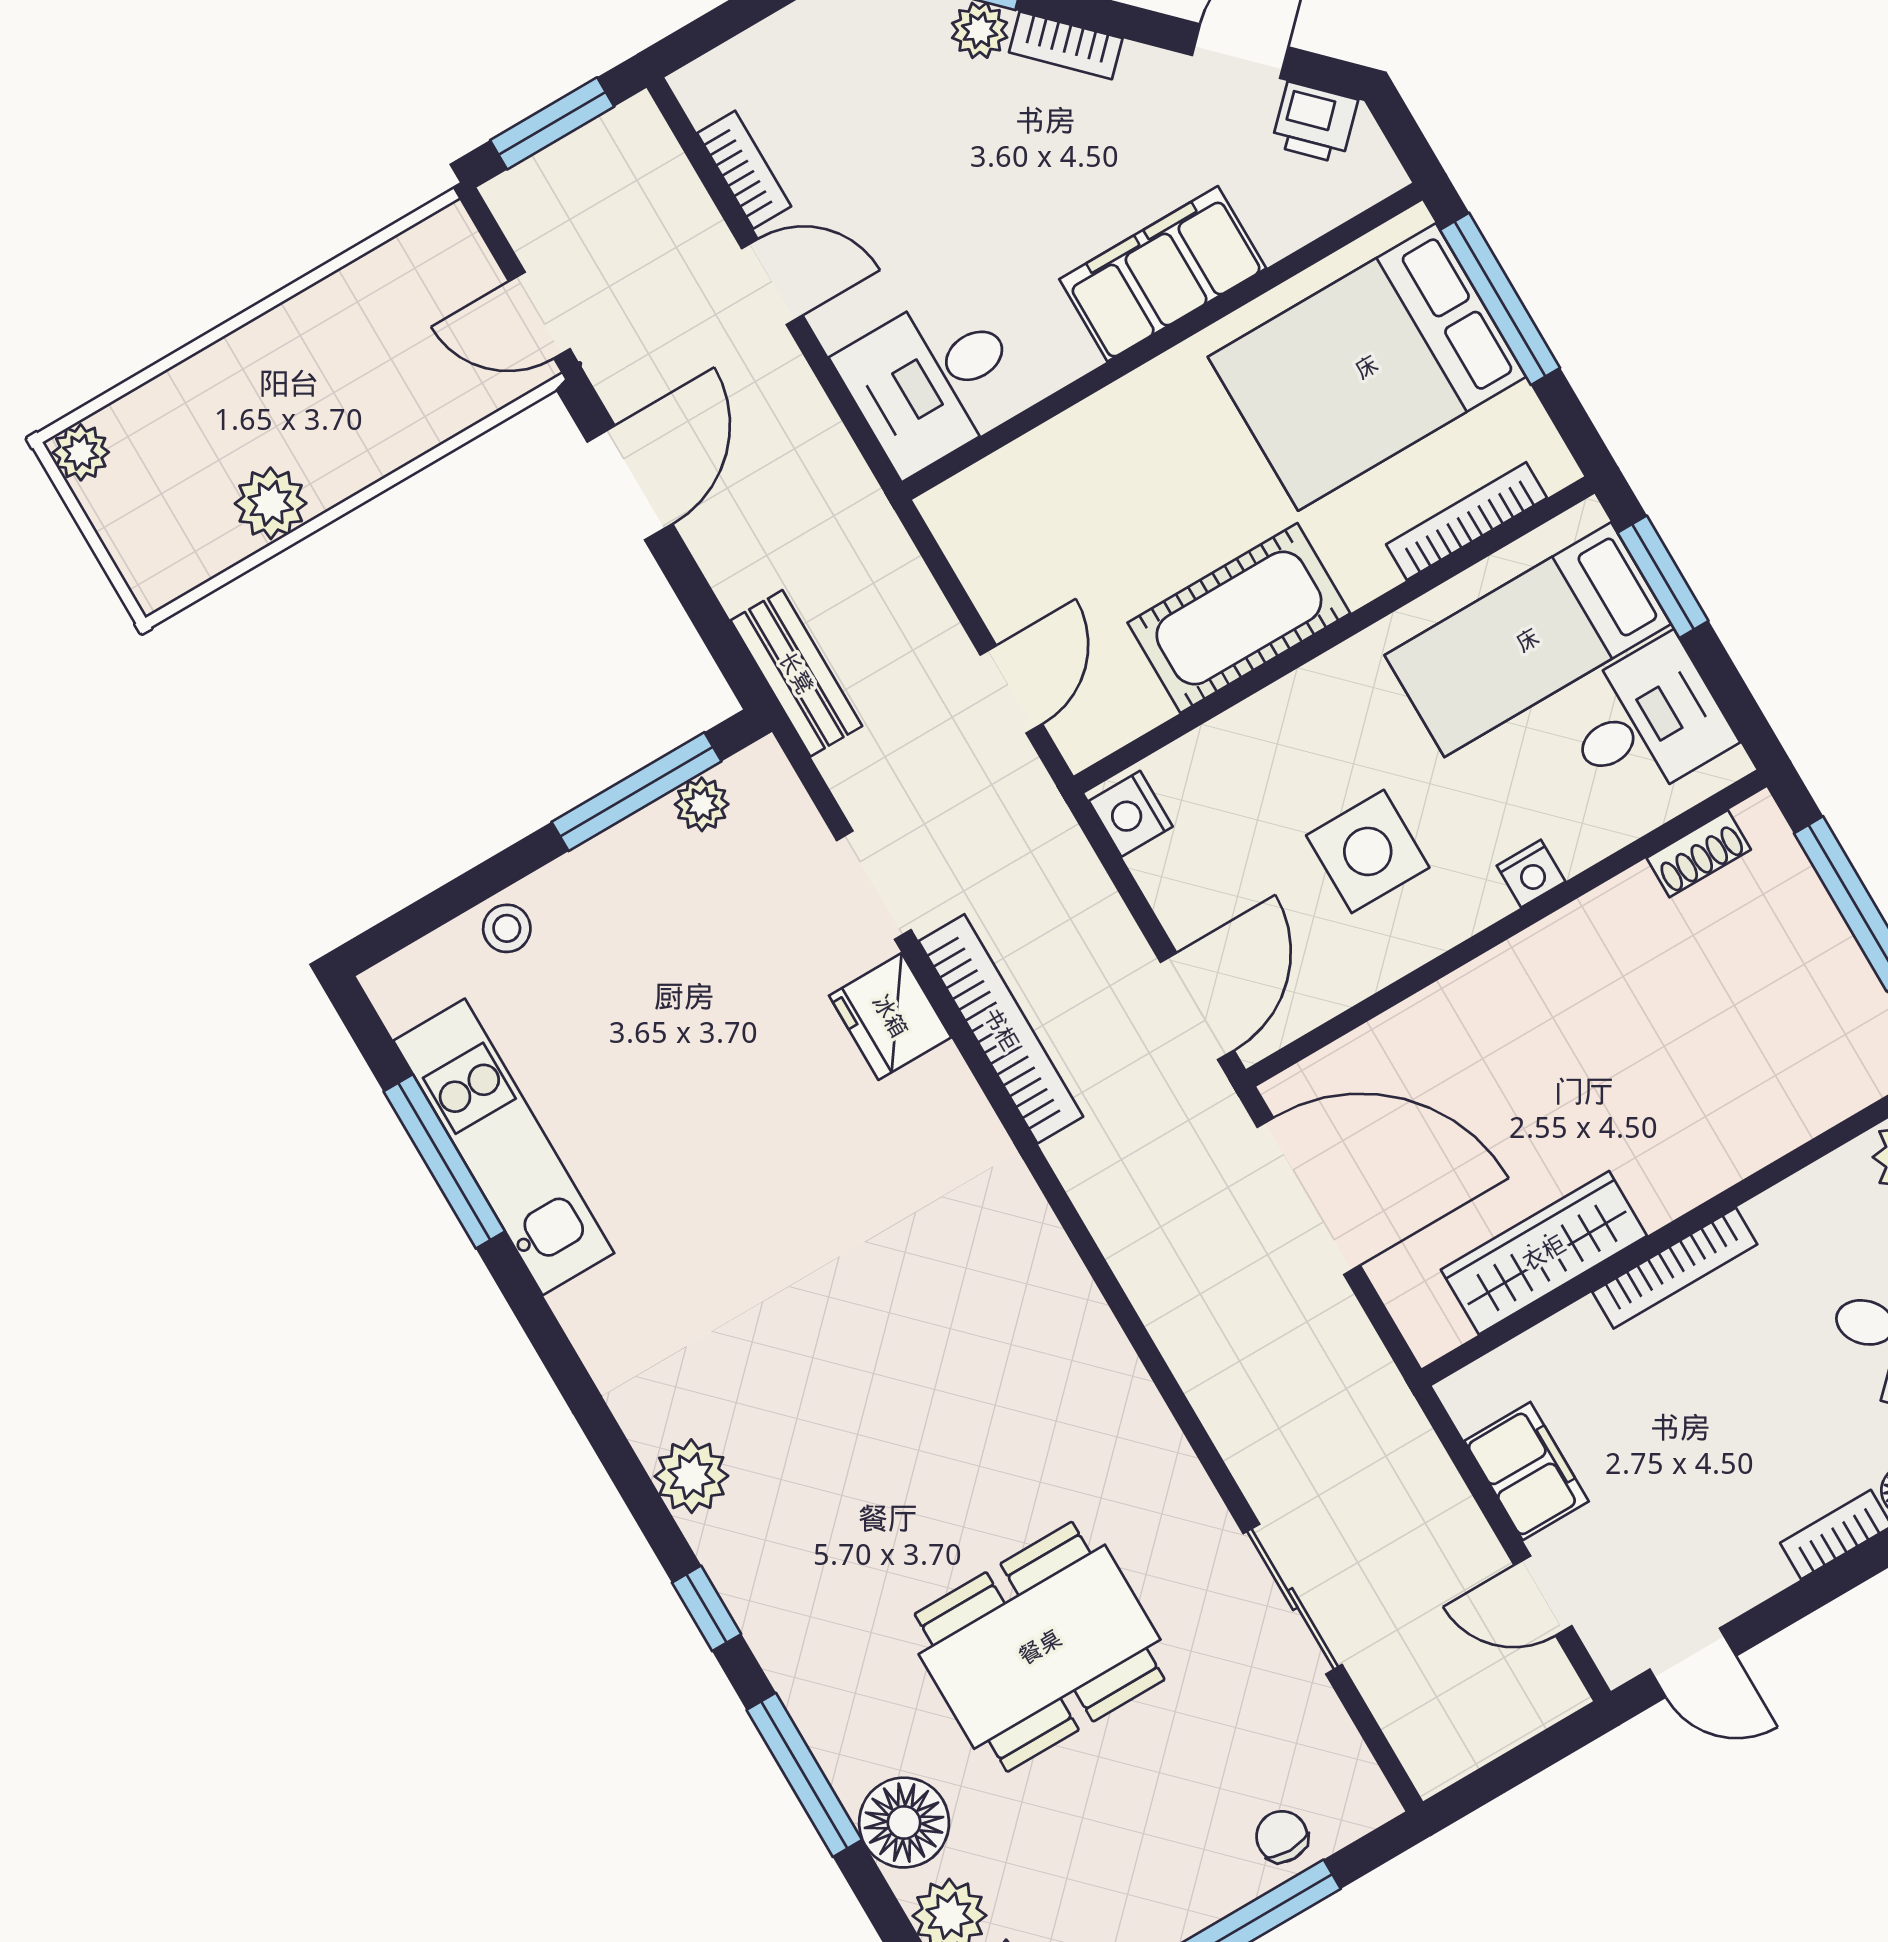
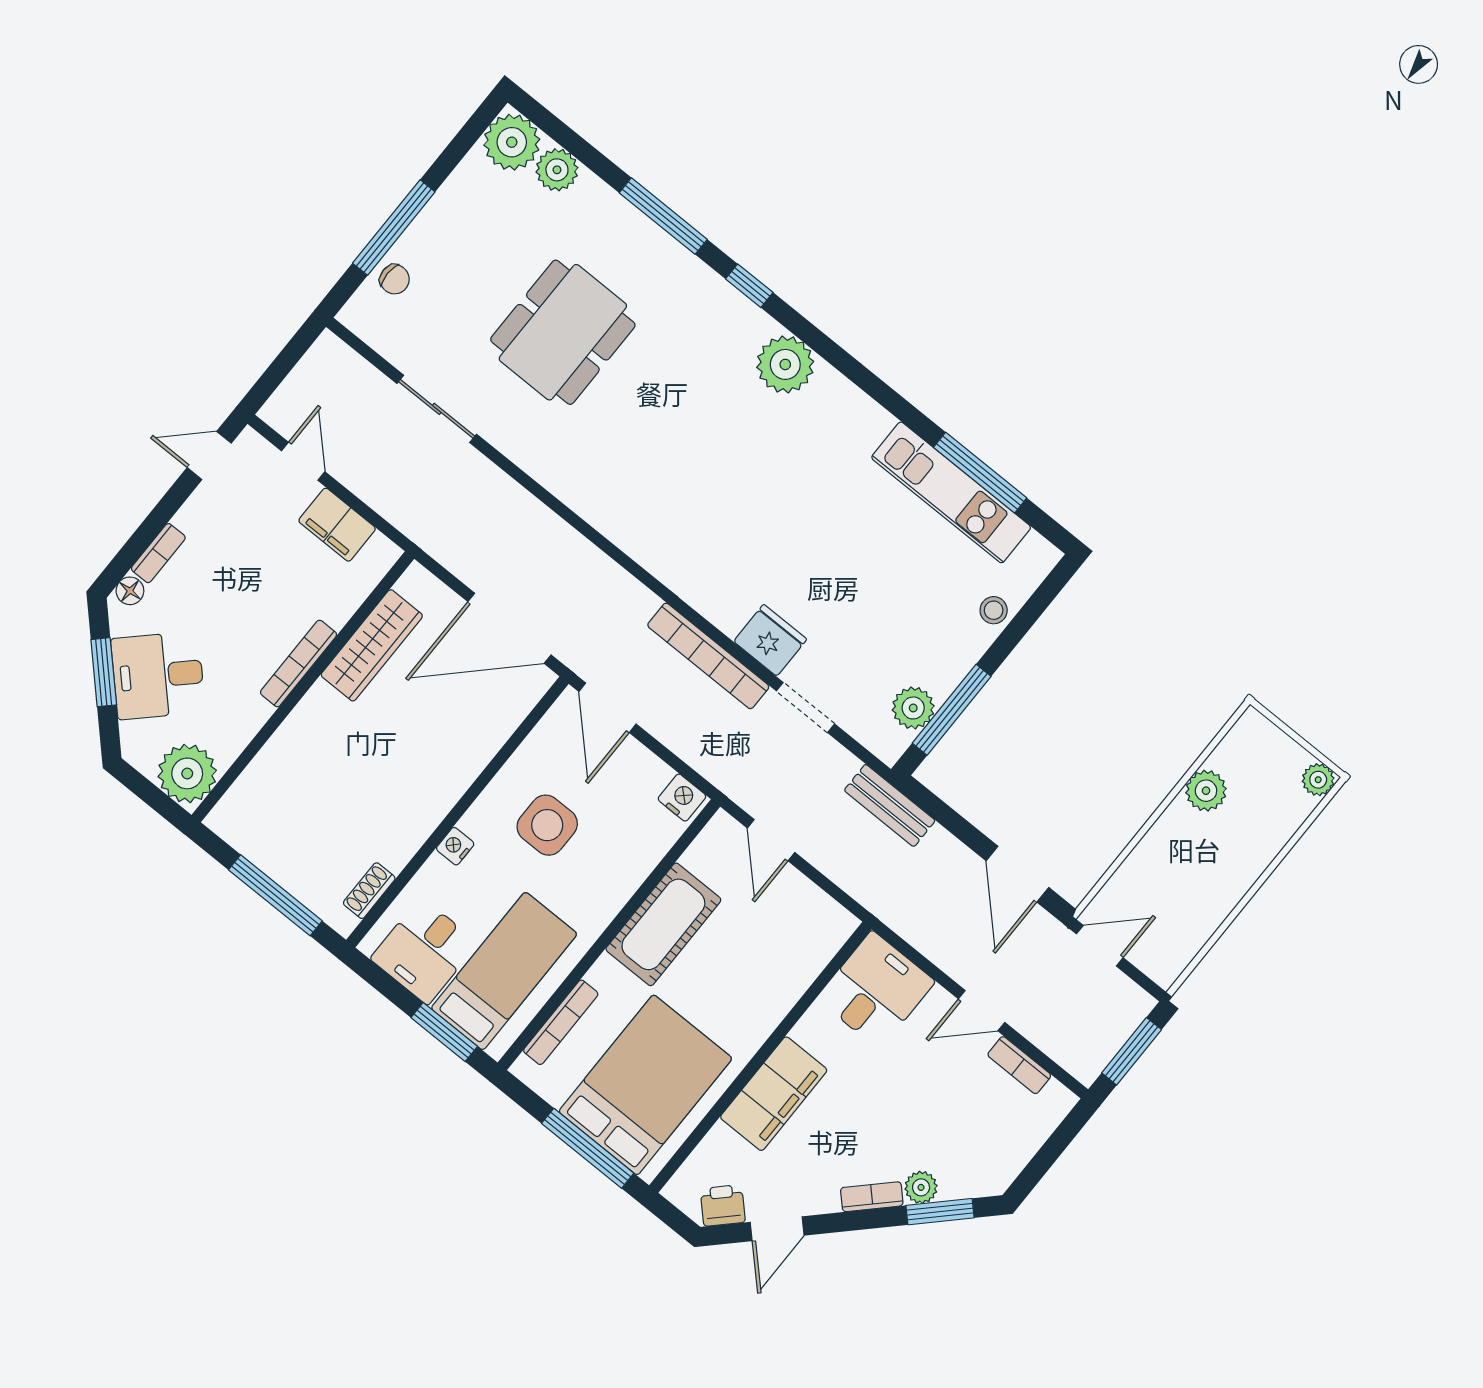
plant: (702, 804) -> (913, 708), width x1.38, depth x1.38
plant: (691, 1476) -> (785, 364), width x1.36, depth x1.36
door: (1543, 1596) -> (303, 461), hinge flipped
floor lamp: (904, 1823) -> (600, 211), removed

